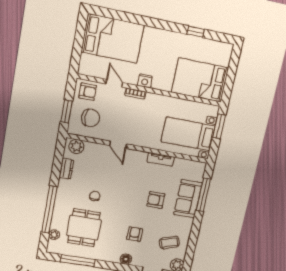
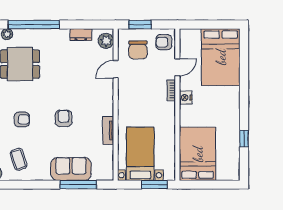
armchair: (88, 92) -> (164, 42), turned 90
door: (118, 145) -> (116, 69), moved
chair: (95, 196) -> (57, 69), removed
armchair: (156, 200) -> (64, 118), moved

